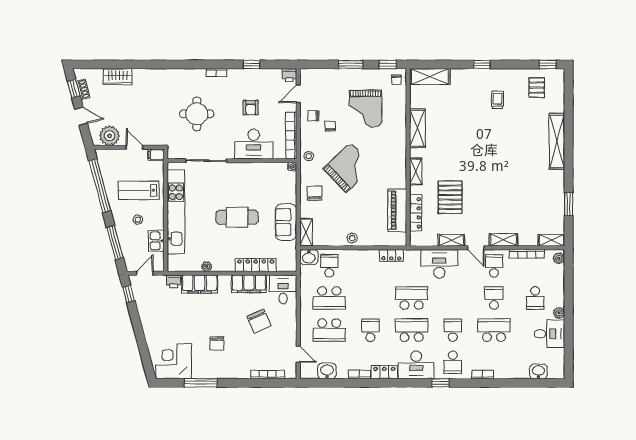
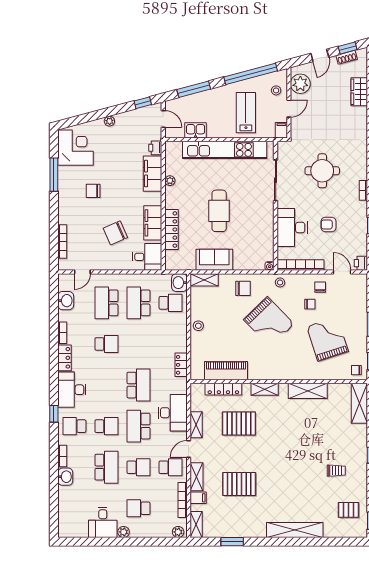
grand piano: (365, 109) -> (327, 339), turned 72
pallet: (511, 197) -> (239, 484), added
stool: (138, 220) -> (276, 90), moved
filing cabinet: (525, 238) -> (198, 498), added
plant: (147, 327) -> (109, 121), added
school desk: (412, 330) -> (139, 426), moved, turned 180
washbasin: (538, 371) -> (65, 477), moved

